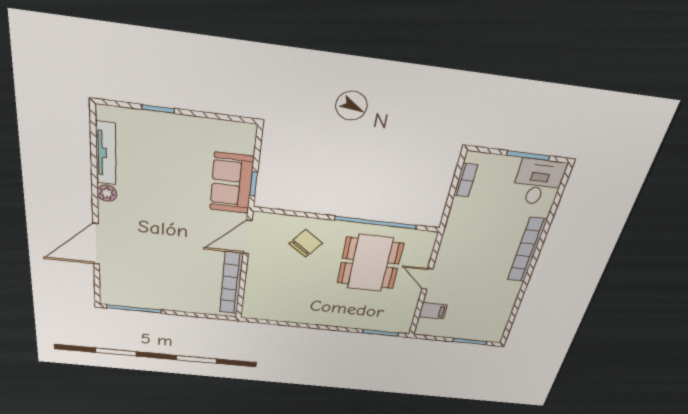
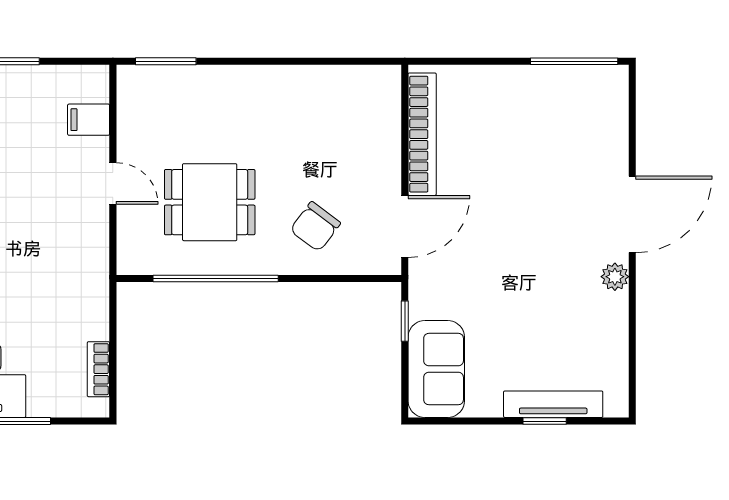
tv unit: (106, 153) -> (553, 404), moved, turned 90
sofa: (232, 183) -> (436, 369), moved
door: (96, 244) -> (632, 214), moved
dining table: (370, 263) -> (210, 202), width x0.73

